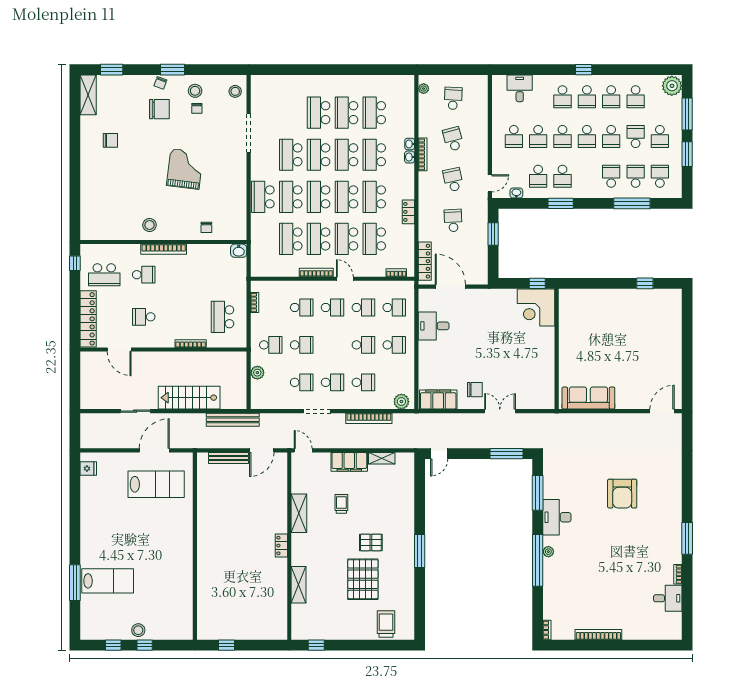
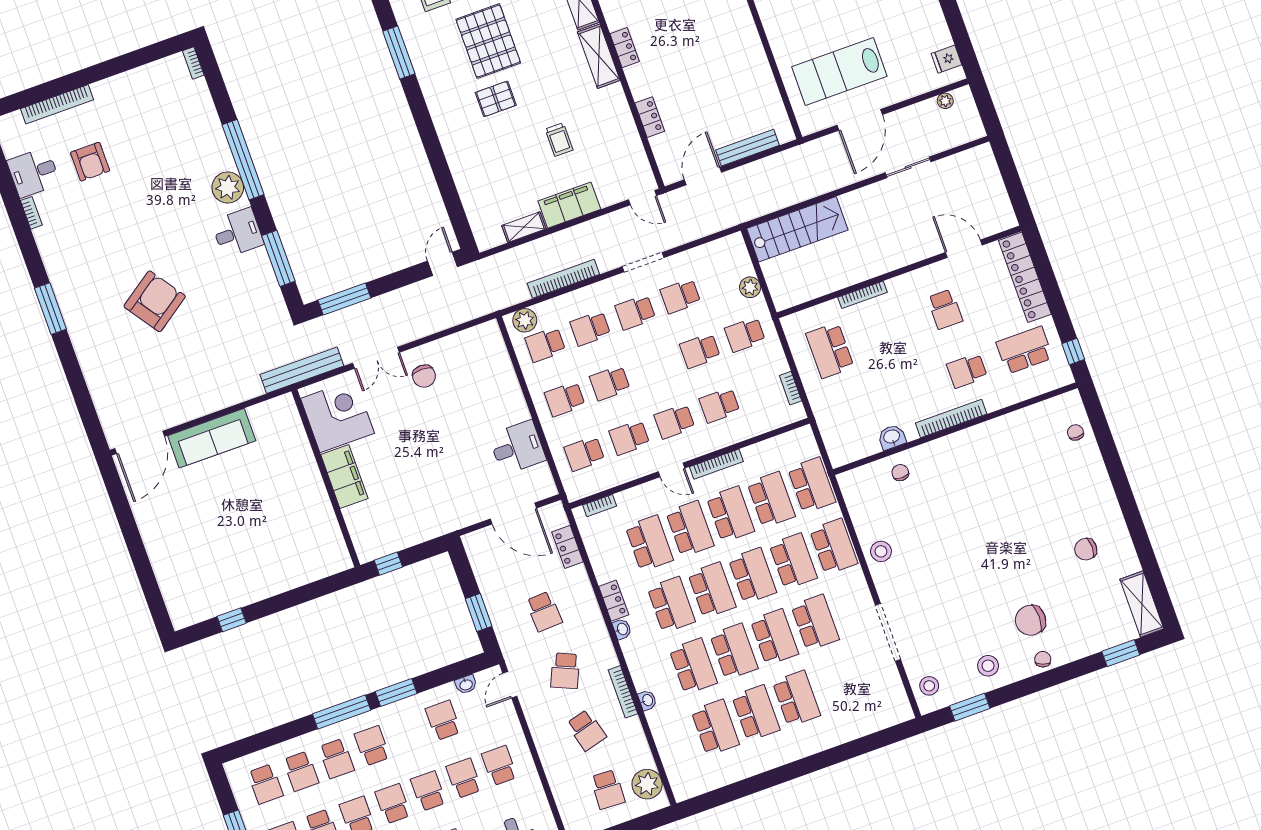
window: (172, 70) -> (970, 707), moved
plant: (424, 89) -> (647, 784), width x1.87, depth x1.87
chair: (197, 108) -> (1075, 432), moved
washbasin: (410, 157) -> (622, 629), moved
grand piano: (185, 169) -> (962, 546), removed
school desk: (562, 176) -> (372, 746), moved
school desk: (453, 180) -> (565, 671), turned 36
window: (632, 203) -> (342, 712), moved
stool: (150, 225) -> (881, 551), moved
school desk: (263, 239) -> (812, 485), added
washbasin: (239, 251) -> (892, 437), moved
locker: (425, 261) -> (568, 547), width x0.66
corner desk: (536, 307) -> (337, 416), moved
school desk: (144, 317) -> (945, 309), turned 90
school desk: (223, 317) -> (830, 350), turned 180
school desk: (394, 382) -> (545, 345), added
chair: (475, 390) -> (424, 376), turned -90
stairs: (189, 398) -> (797, 229), moved
sofa: (588, 398) -> (212, 438), moved
filing cabinet: (438, 400) -> (344, 477), moved, turned -90
door: (662, 411) -> (140, 442), width x1.36
bench: (233, 420) -> (302, 370), moved
plant: (98, 443) -> (945, 101), added
armchair: (622, 494) -> (155, 301), turned 55
locker: (281, 498) -> (650, 117), added
shelving: (299, 513) -> (599, 56), moved
desk: (557, 517) -> (238, 233), width x0.73
window: (687, 538) -> (50, 309), moved
window: (420, 551) -> (399, 52), moved
plant: (548, 552) -> (228, 187), width x1.88, depth x1.88
armchair: (631, 593) -> (90, 162), added
bookcase: (598, 635) -> (57, 104), moved

